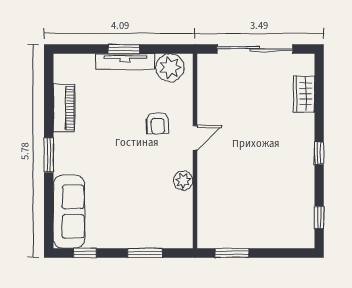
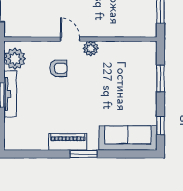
piano: (64, 108) -> (68, 142), moved
plant: (183, 181) -> (91, 48), moved

